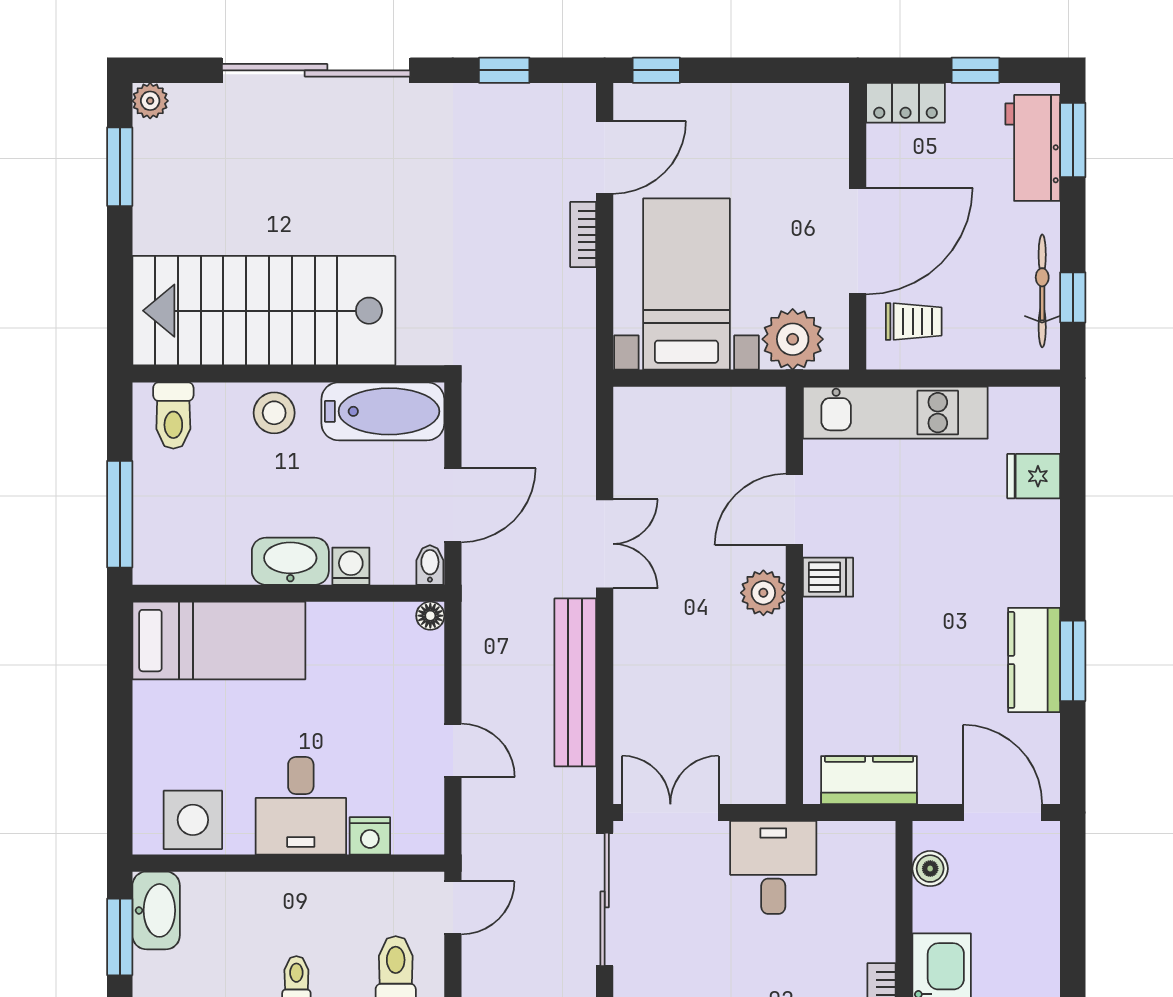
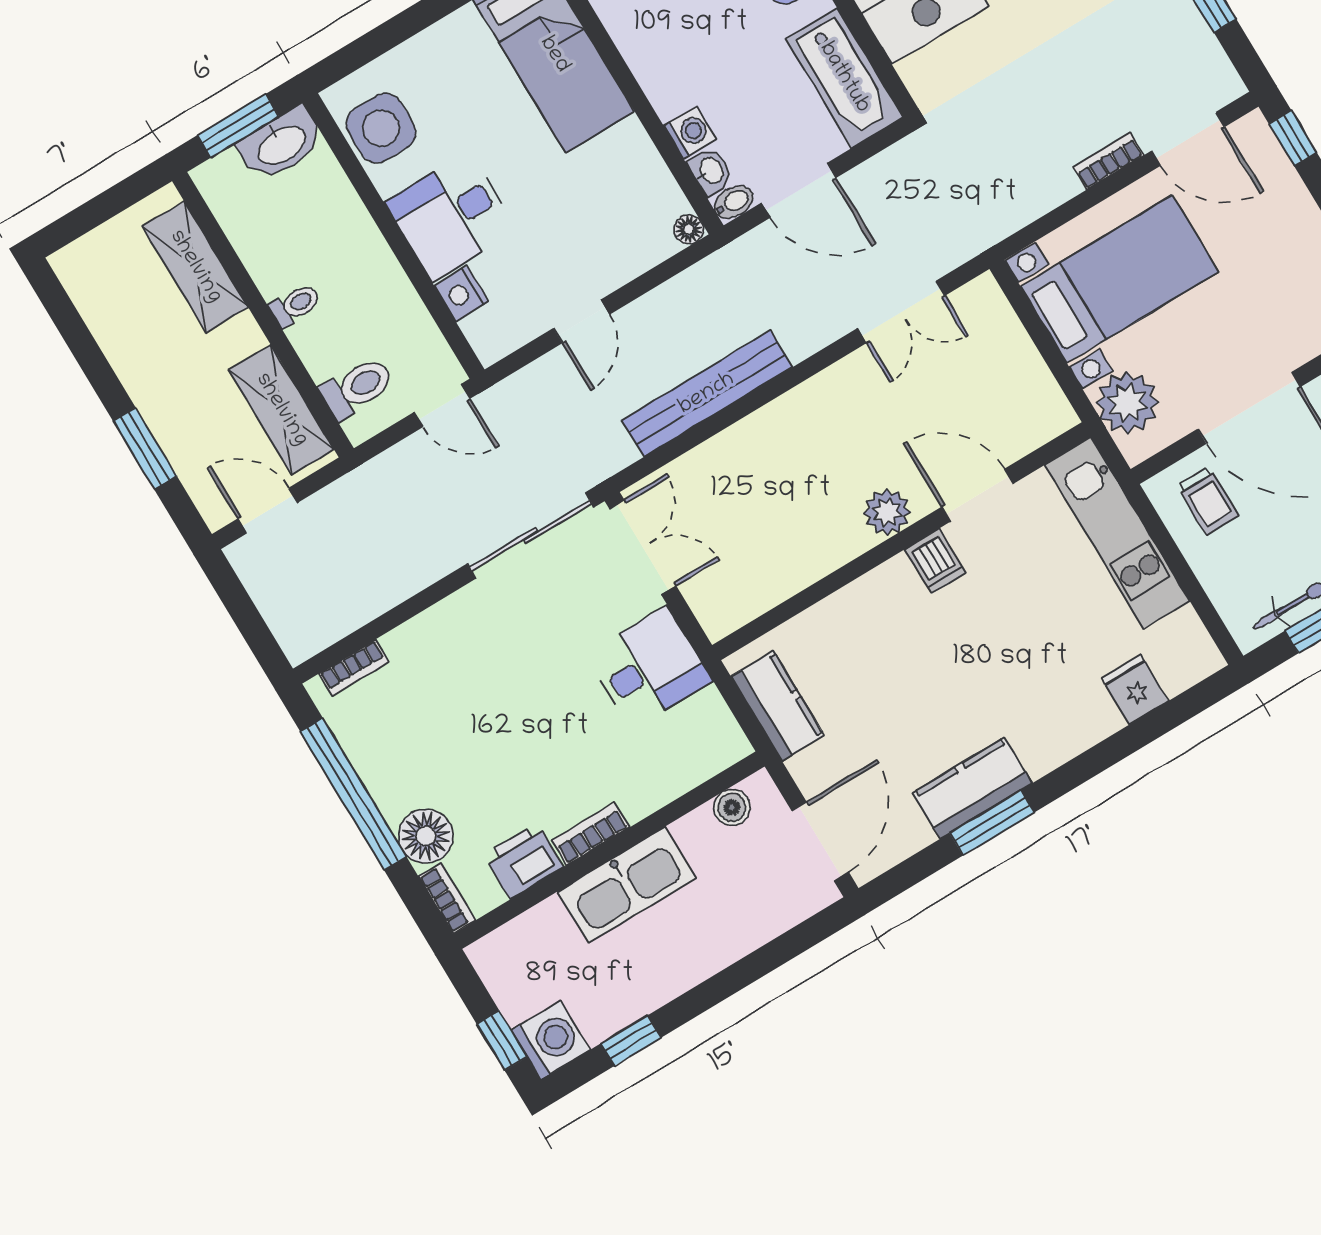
double door: (605, 544) -> (901, 312), moved
washbasin: (290, 561) -> (711, 171), moved, width x0.52, depth x0.69

